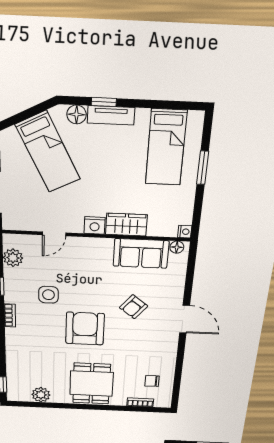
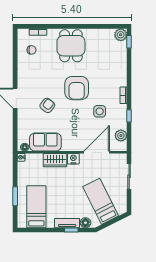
door: (54, 234) -> (97, 152), width x1.88
plant: (41, 395) -> (121, 35), moved

